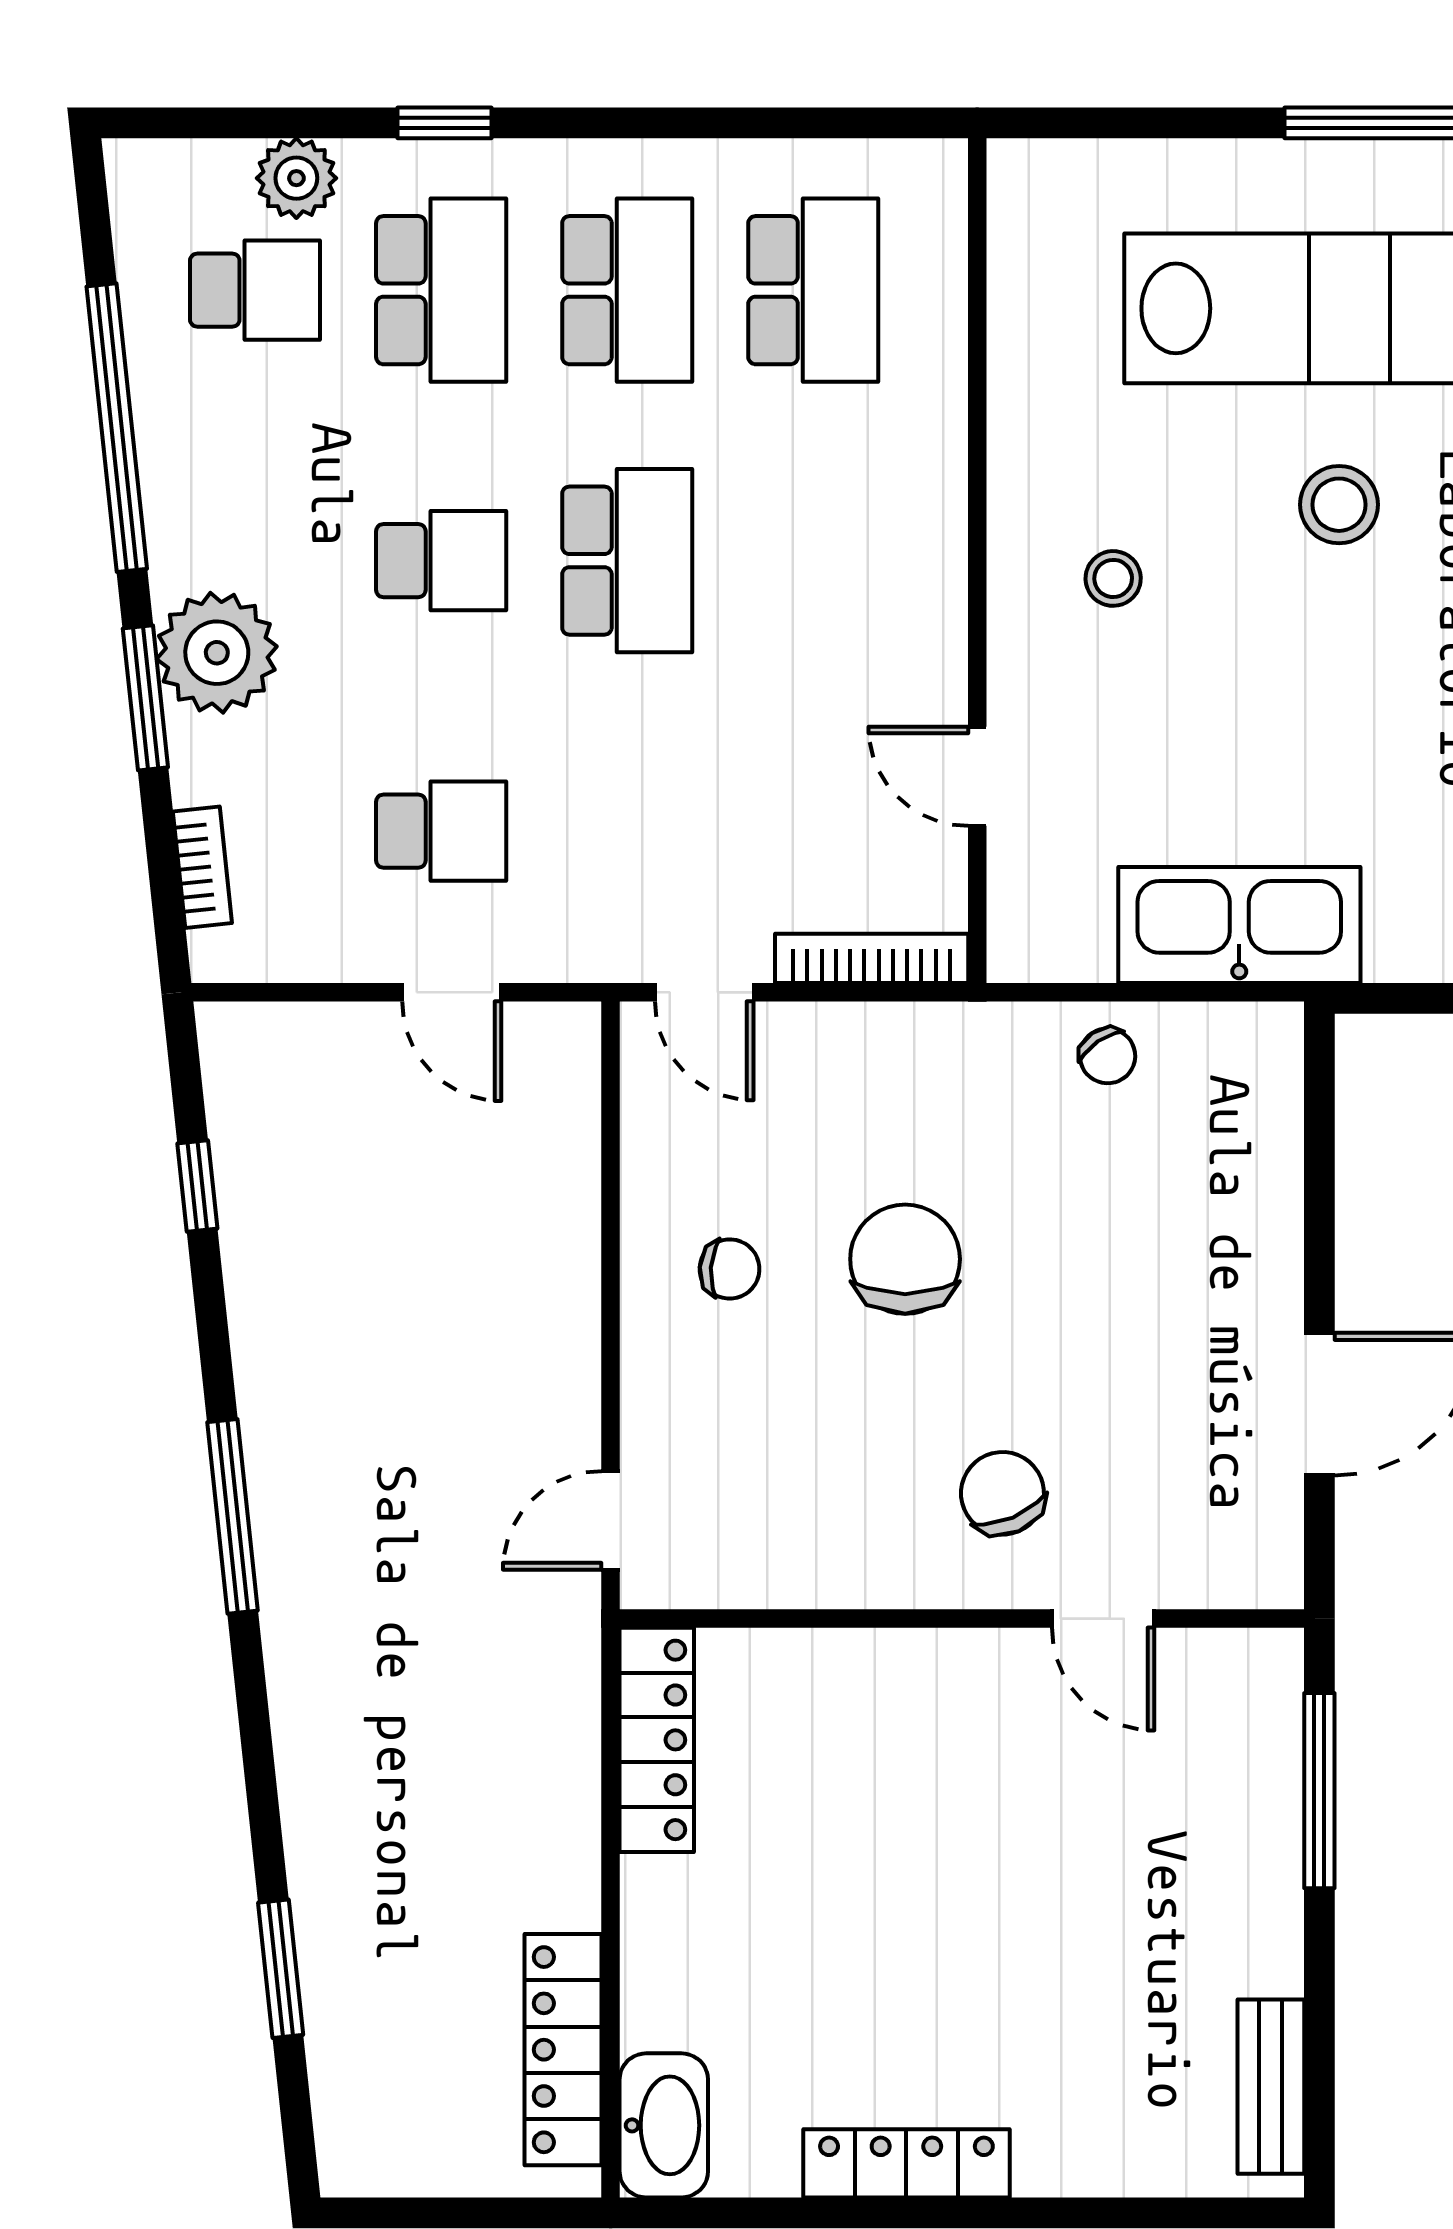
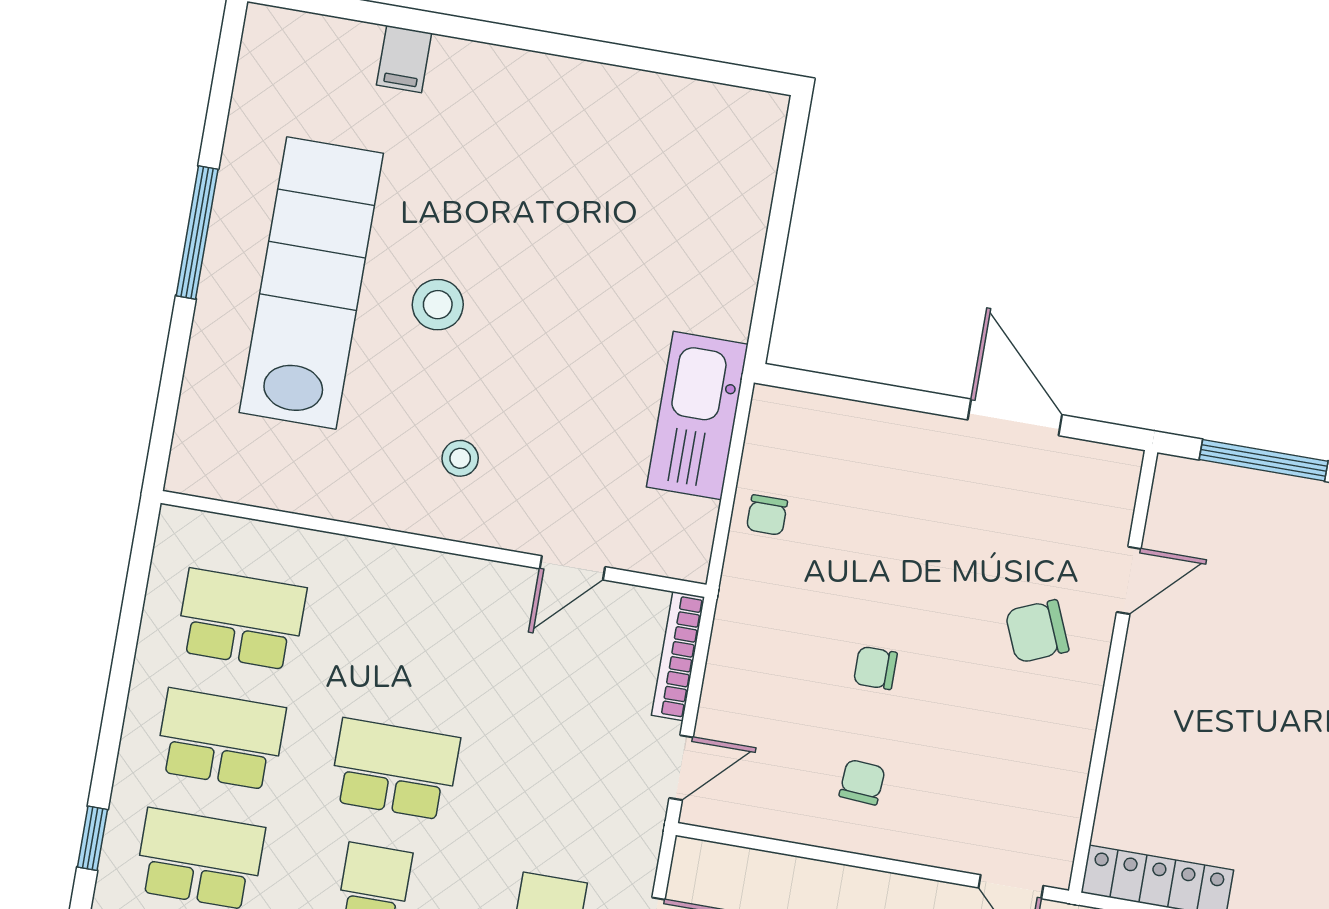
chair: (1108, 1056) -> (767, 515), turned 124
chair: (905, 1259) -> (875, 668), width x0.54, depth x0.54

